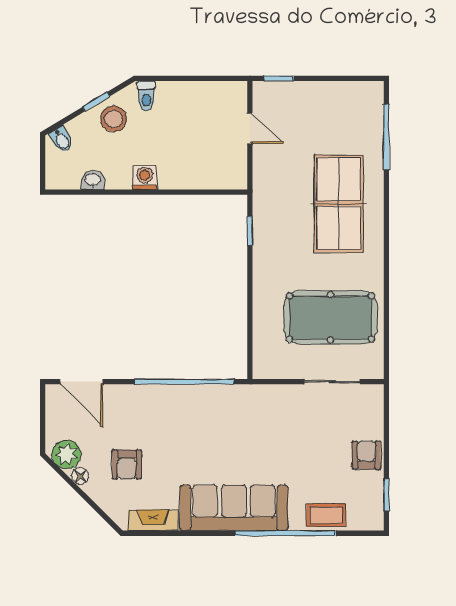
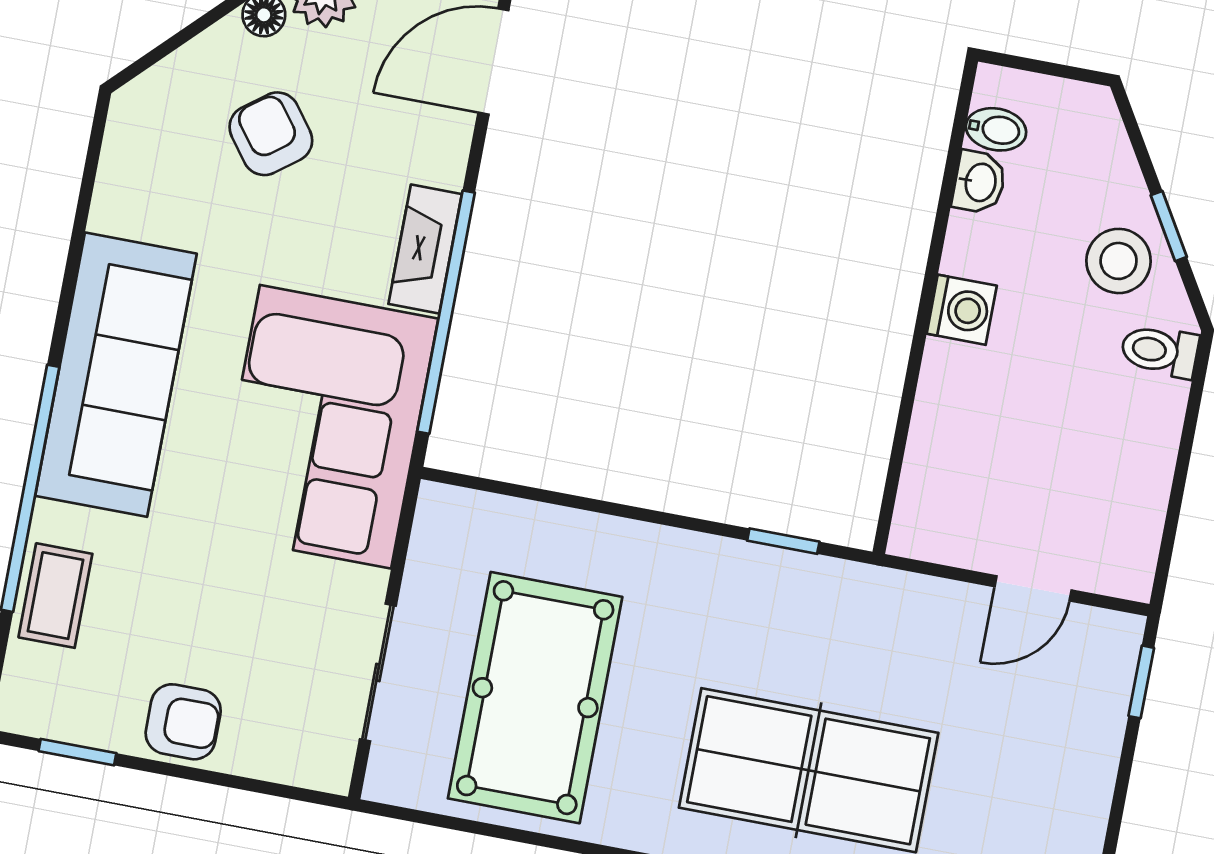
bidet: (62, 140) -> (996, 129), moved, turned -149
corner sofa: (239, 421) -> (326, 427), added
armchair: (127, 464) -> (271, 134), turned 53
fireplace: (153, 520) -> (425, 249), moved, turned 180

